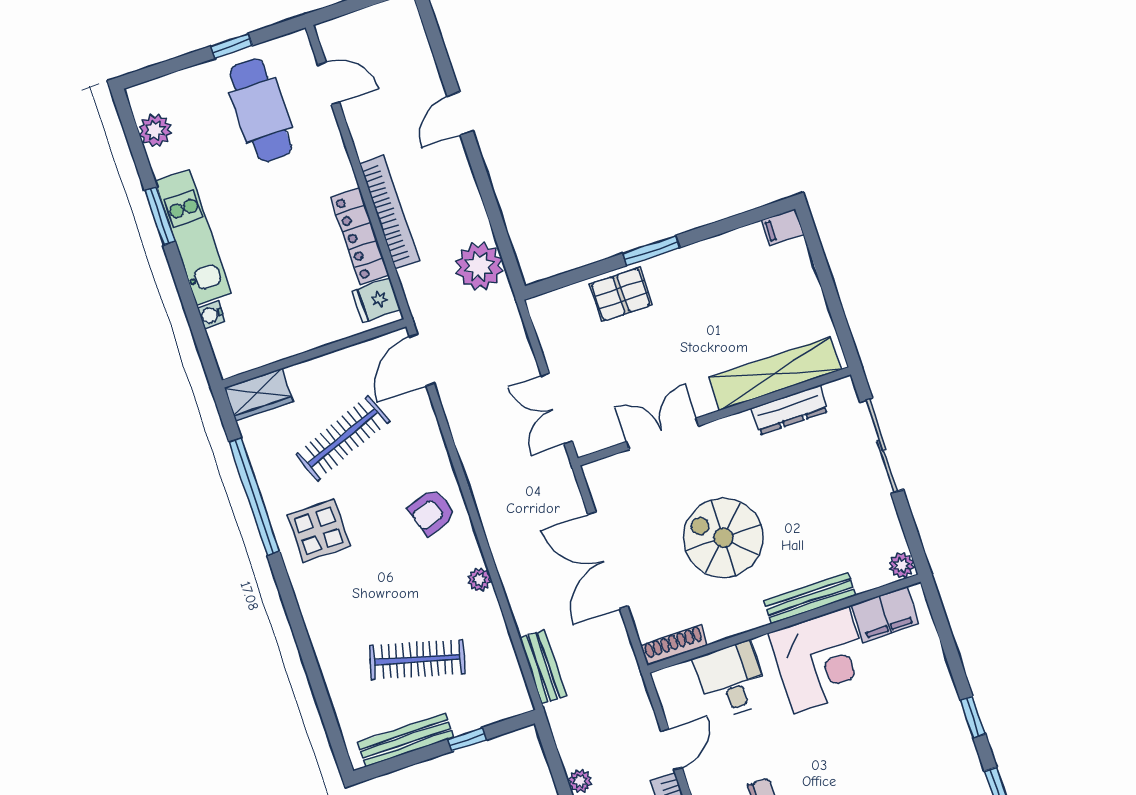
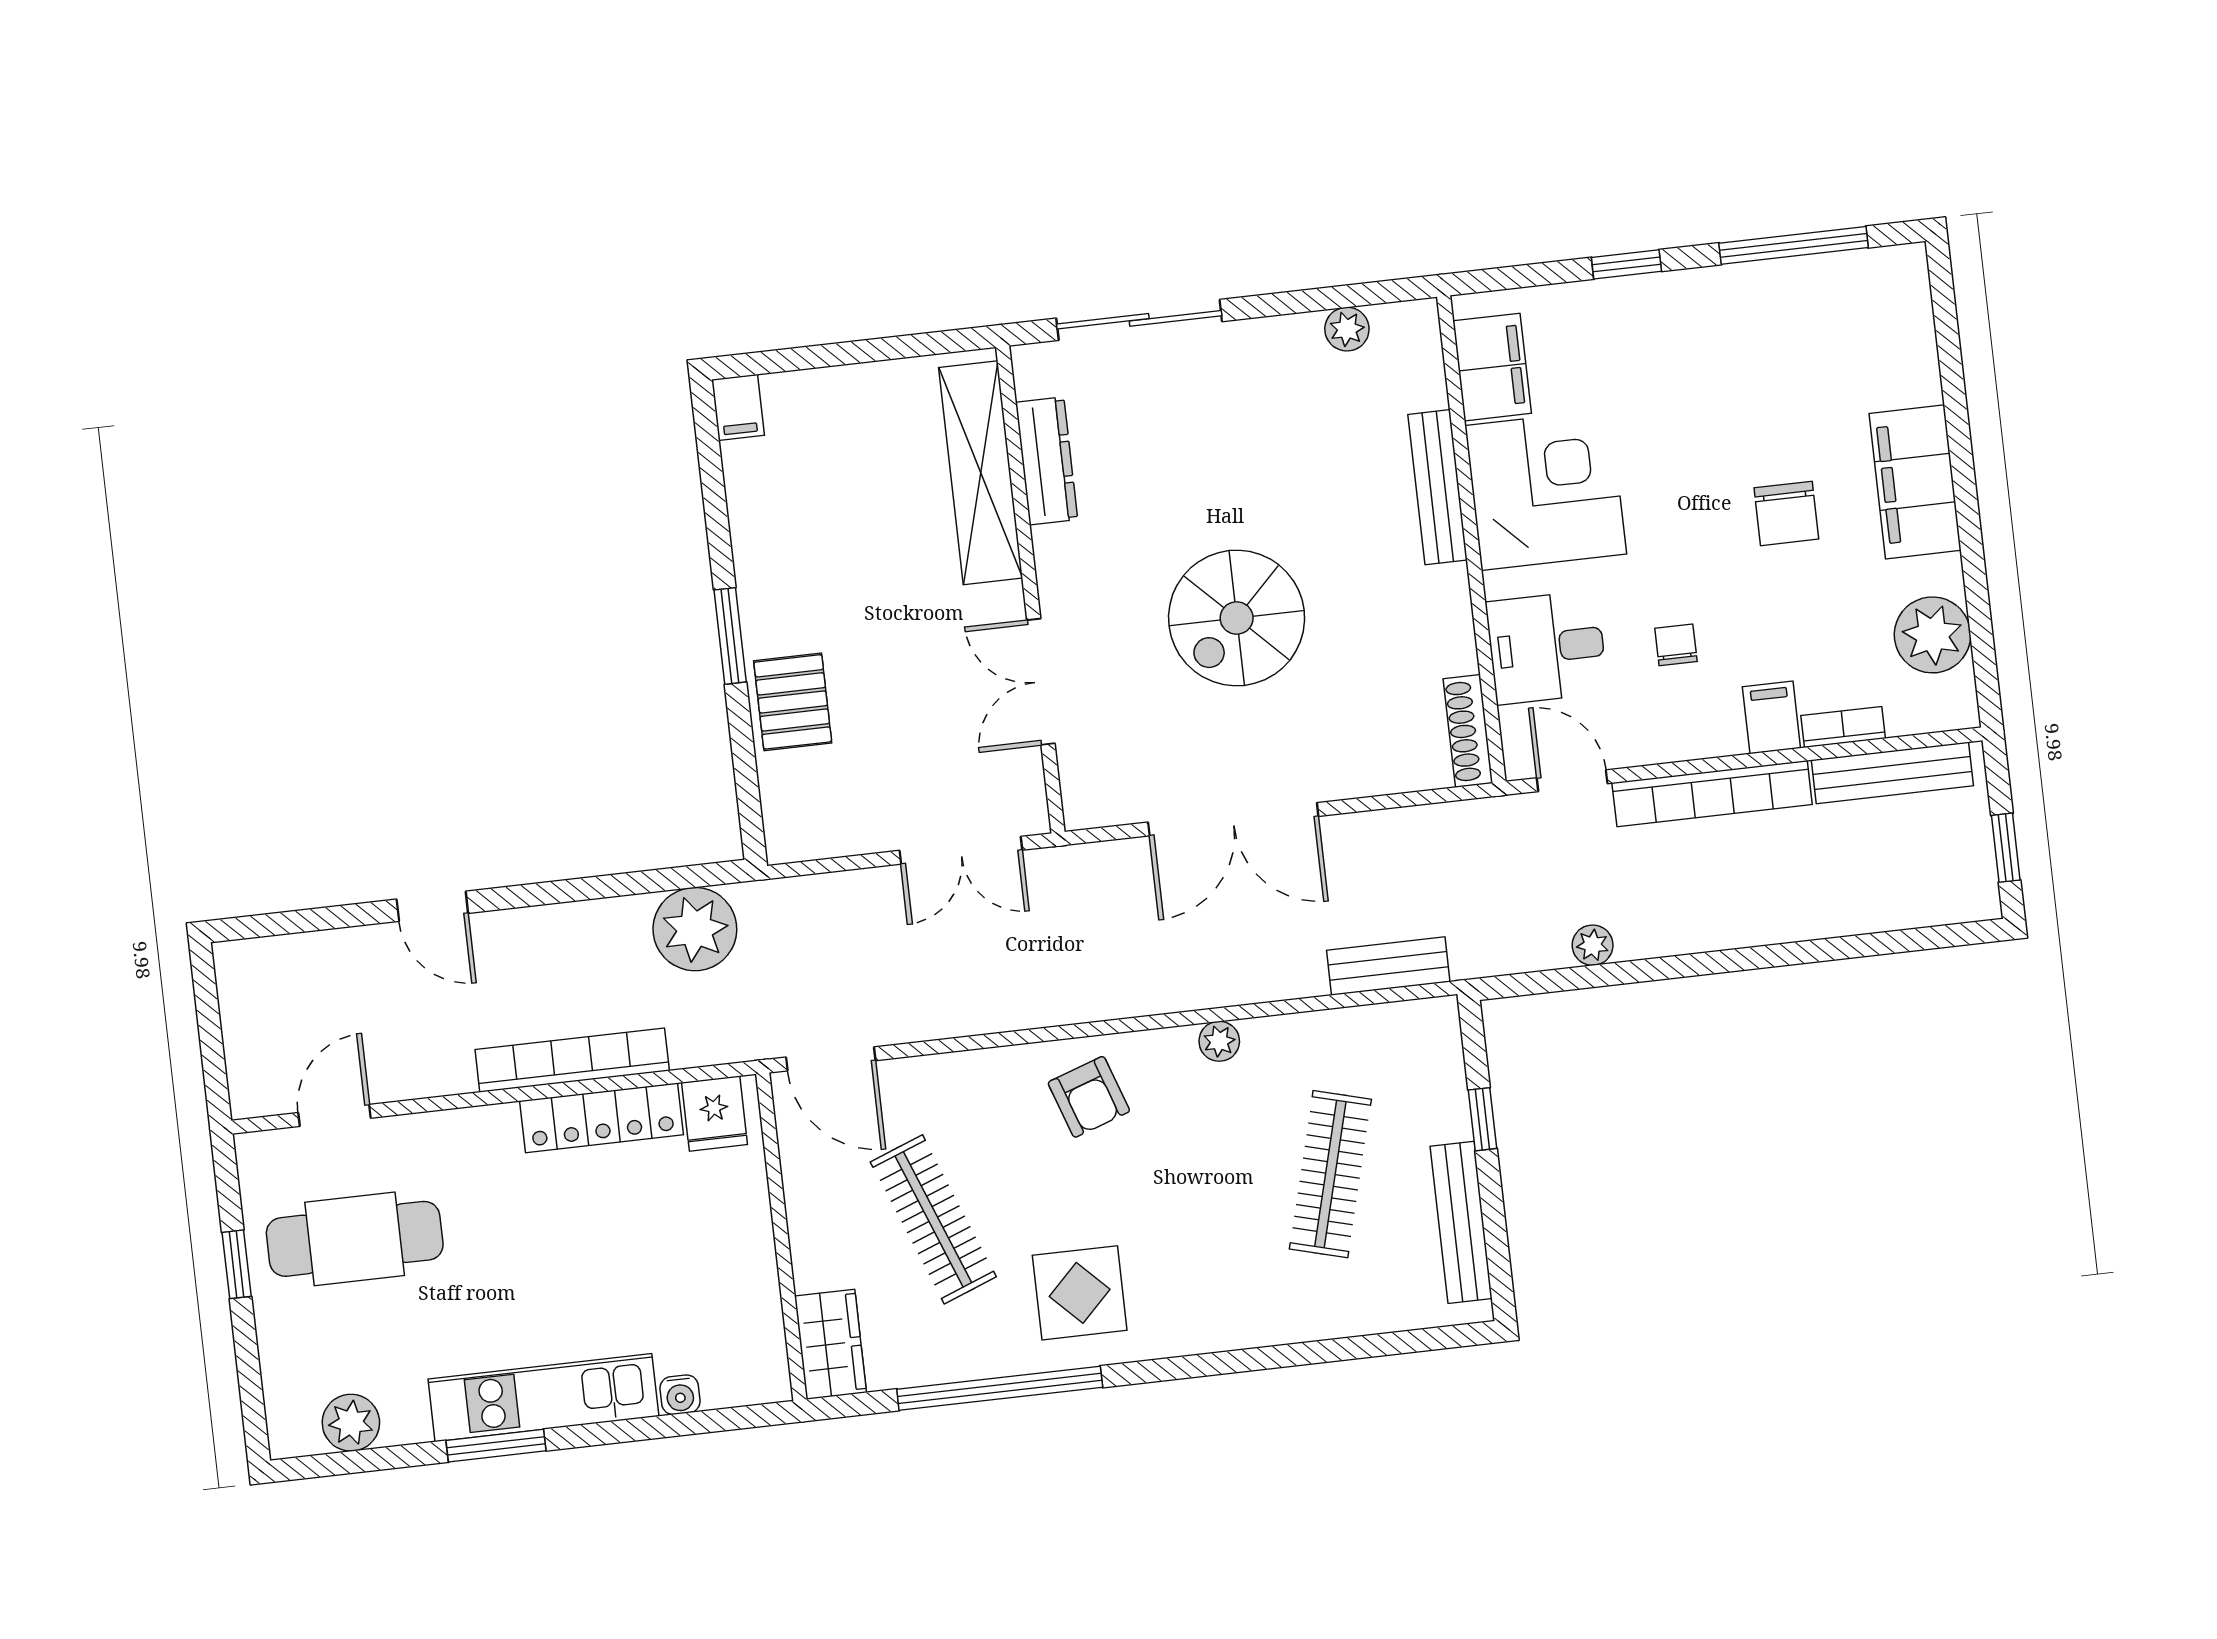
bench: (810, 598) -> (1438, 487), moved
filing cabinet: (885, 614) -> (1492, 367), moved
wall: (784, 624) -> (1471, 539), moved
shoe rack: (674, 645) -> (1468, 731), moved
corner desk: (821, 660) -> (1546, 490), moved
desk: (731, 680) -> (1547, 647), moved

